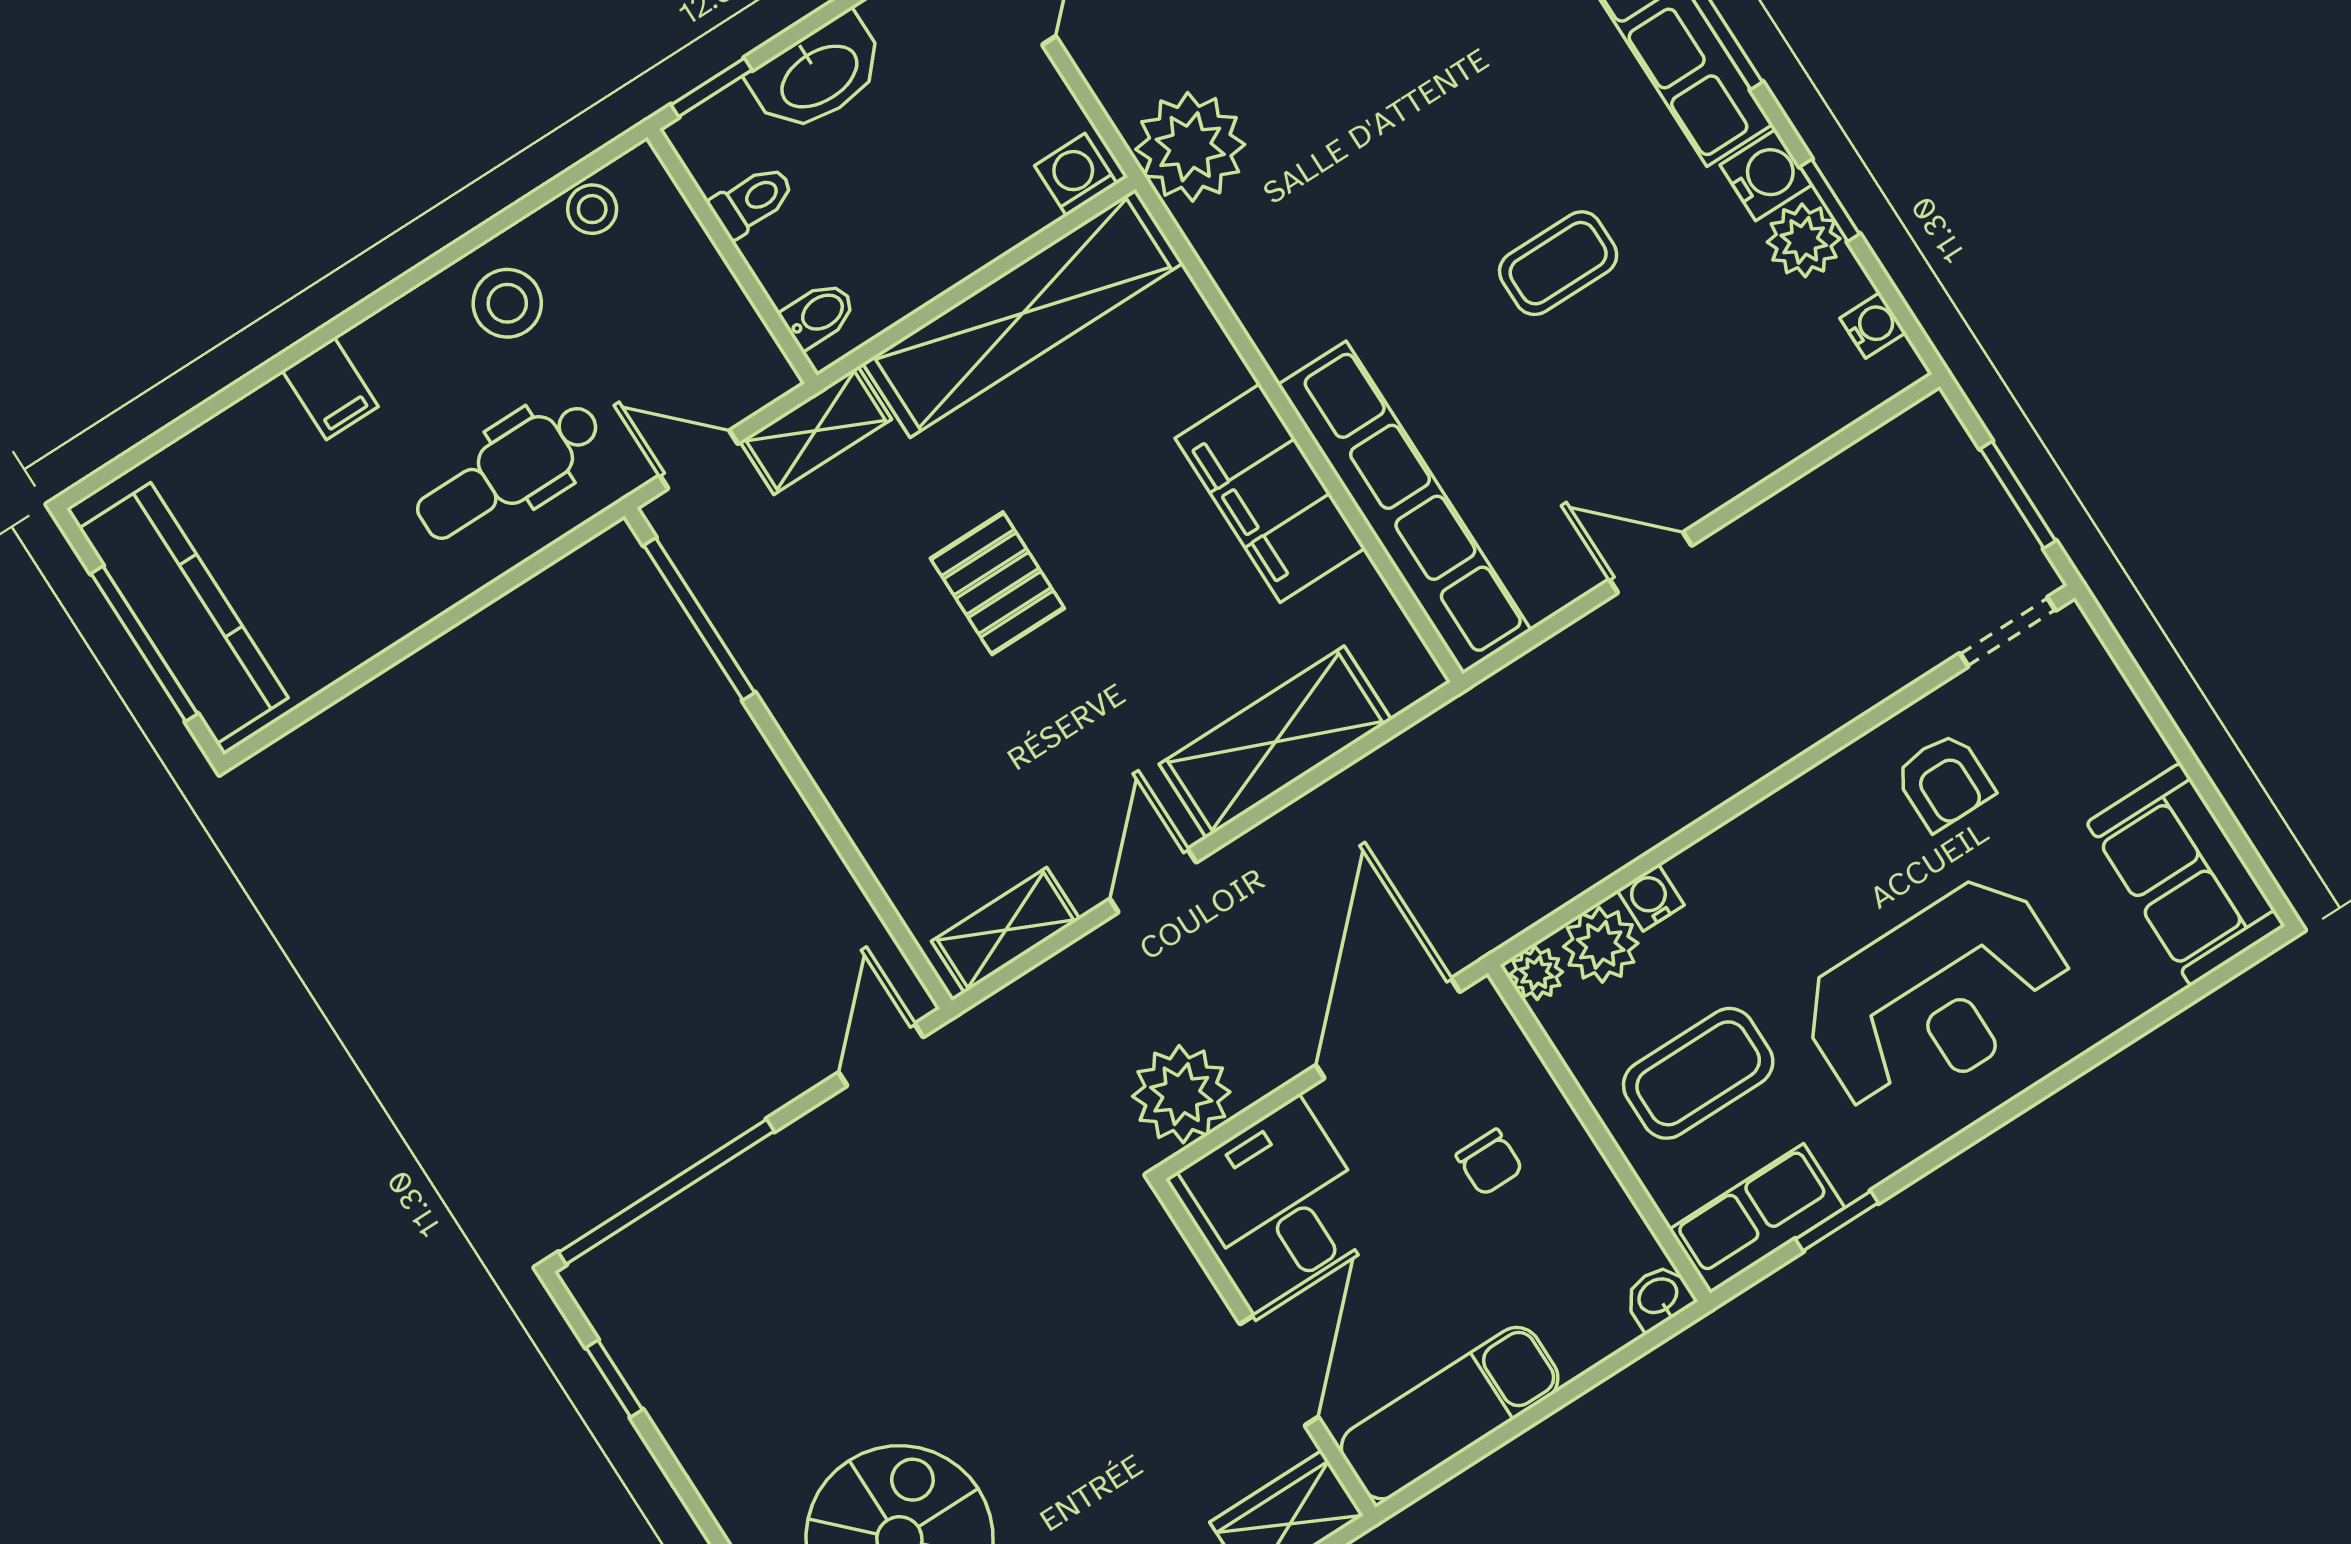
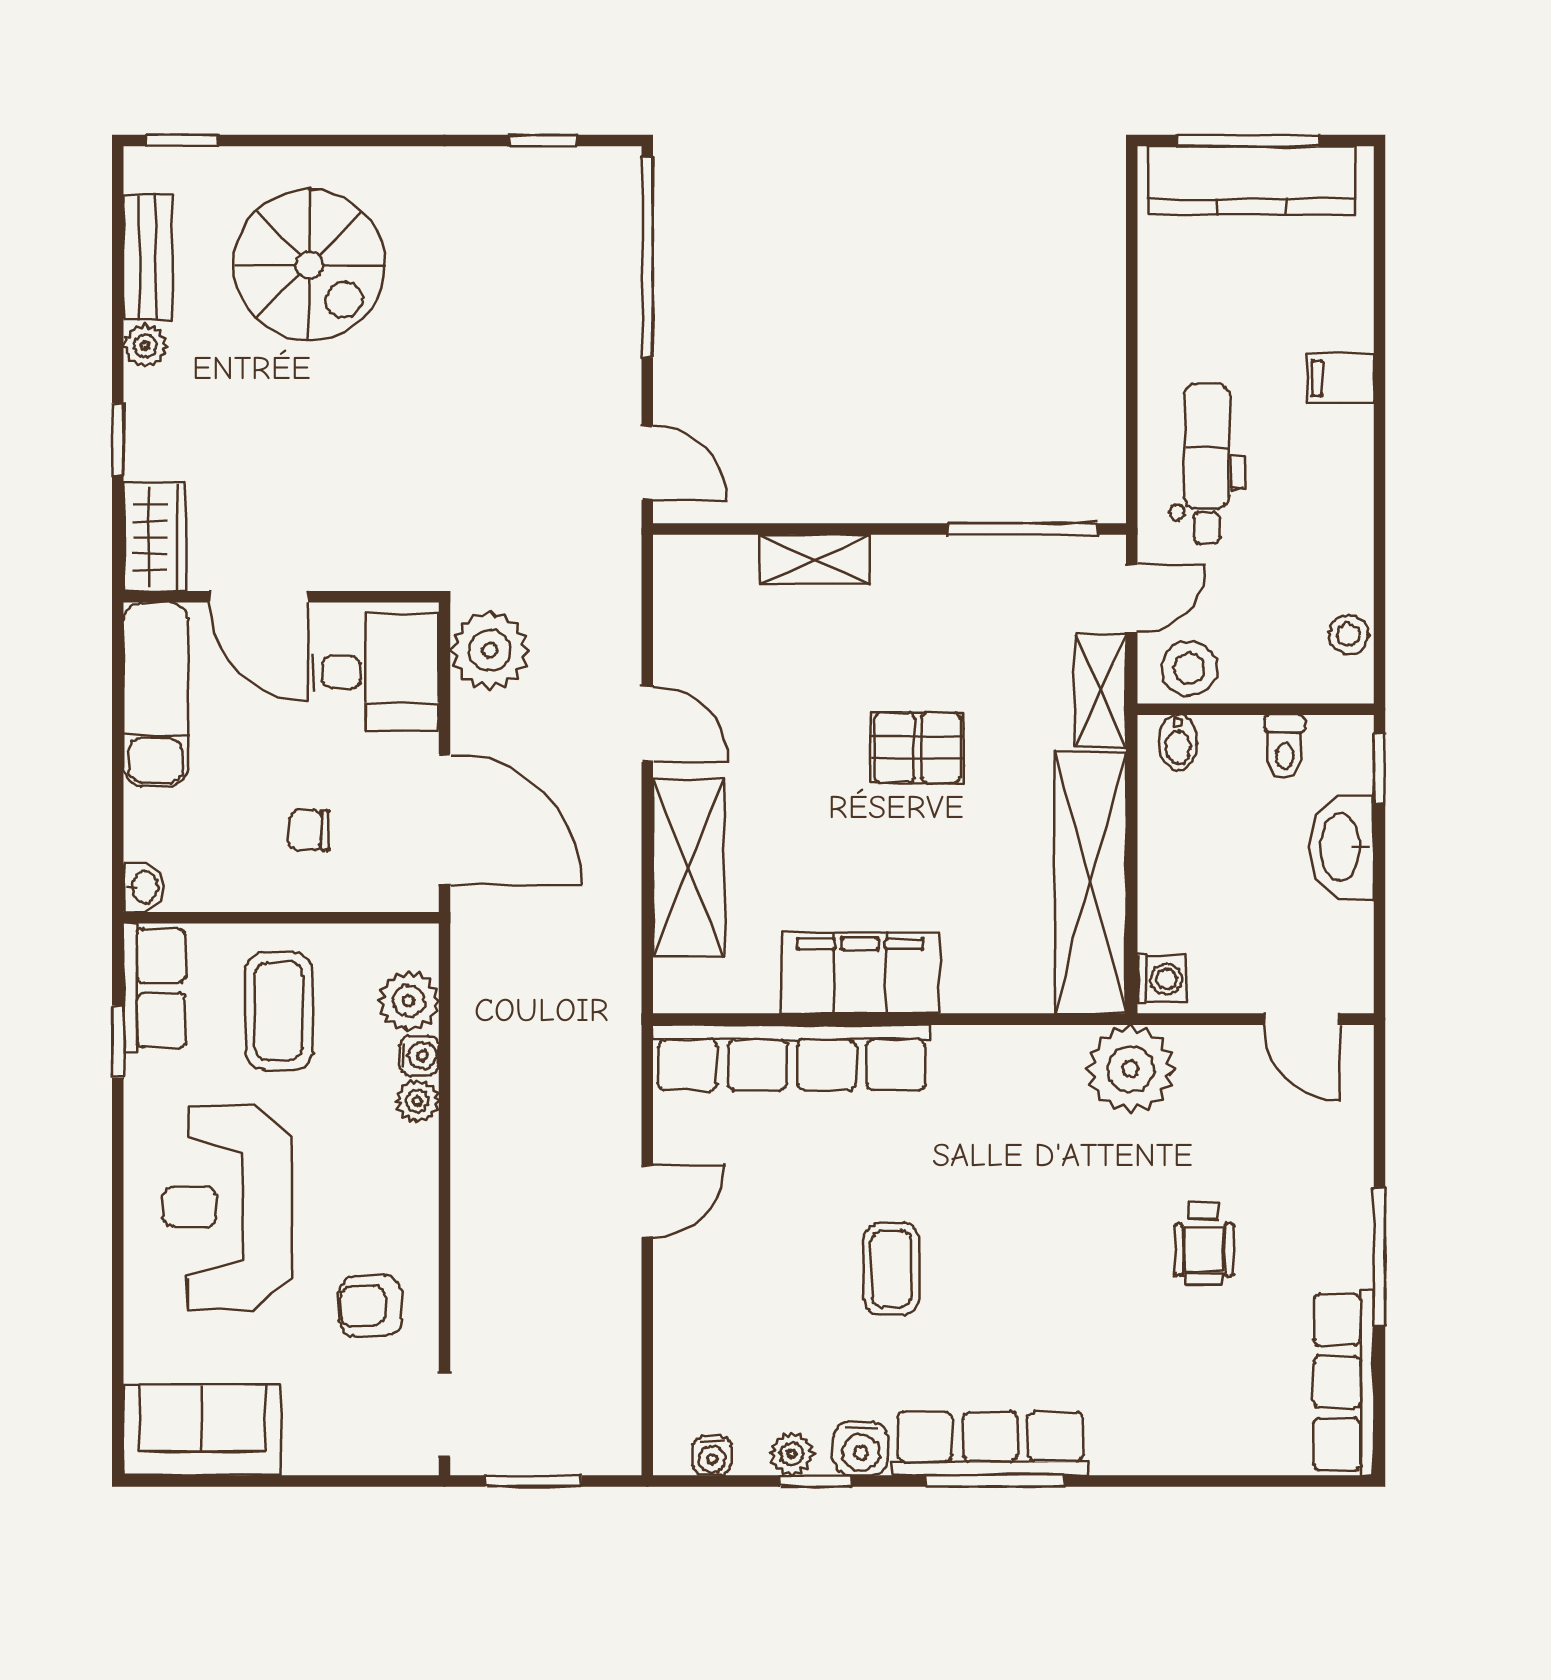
plant: (1804, 240) -> (792, 1454), width x0.73, depth x0.73
stool: (507, 303) -> (1190, 668), moved
shelving: (1006, 930) -> (815, 560), moved, turned 90
plant: (1536, 973) -> (418, 1101), moved

